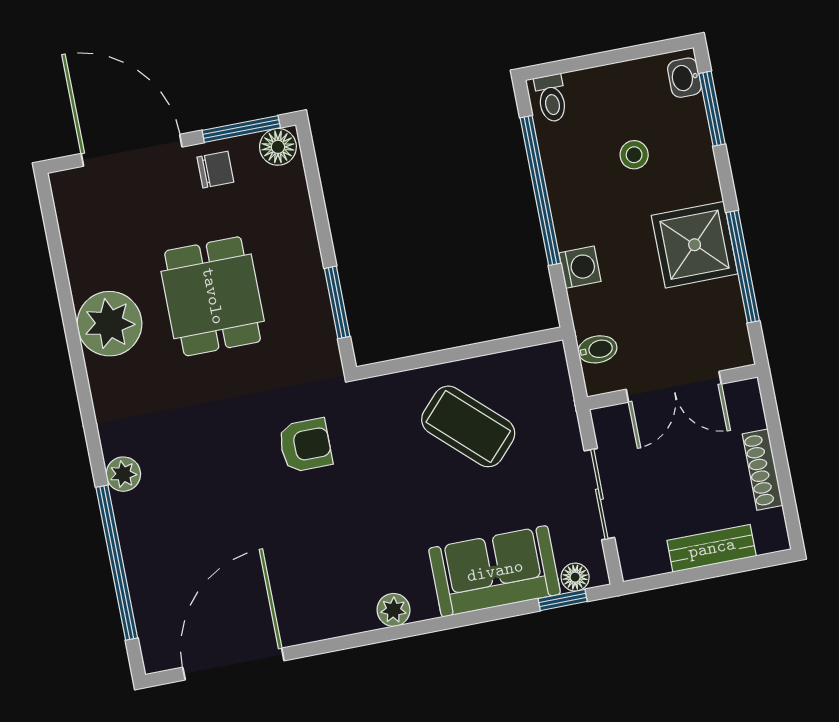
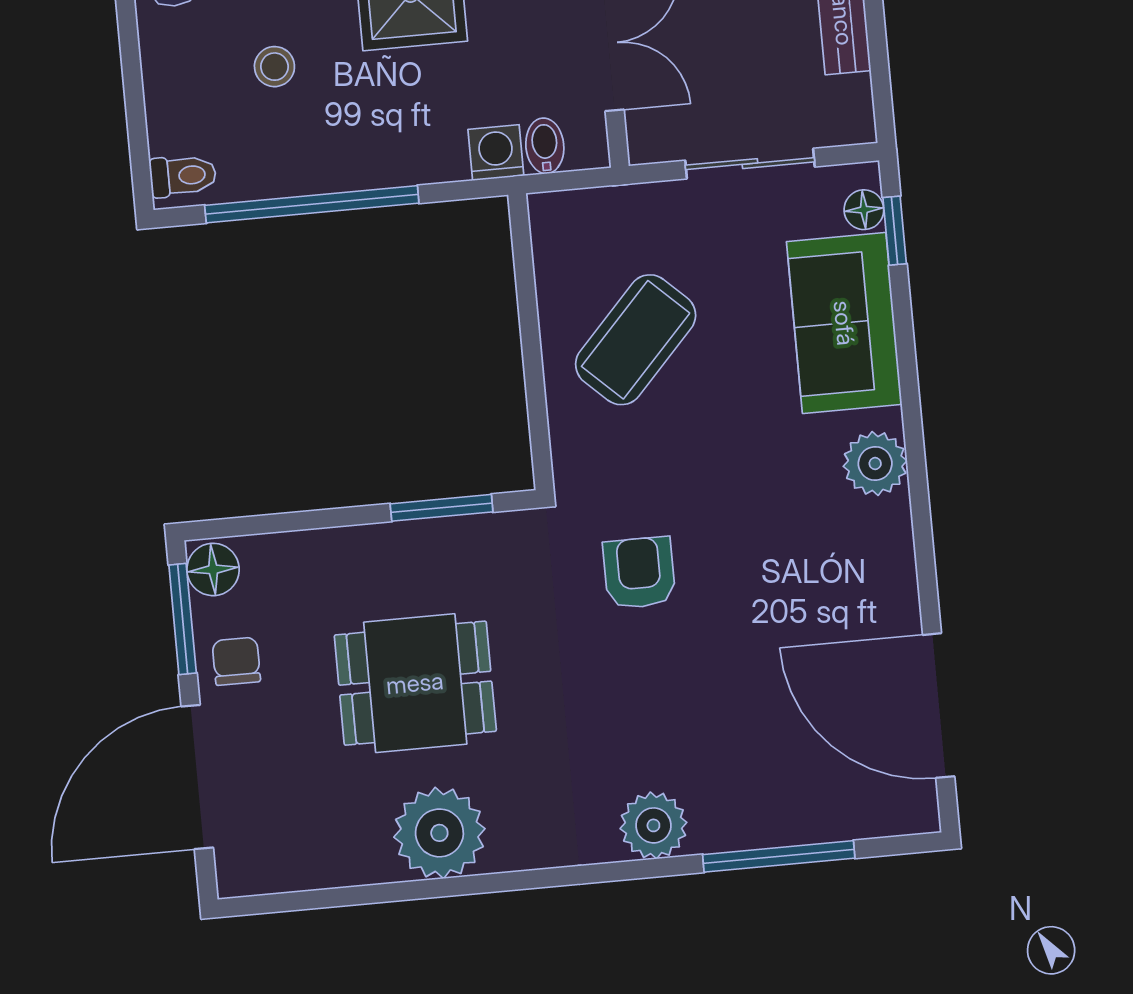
washing machine: (580, 267) -> (496, 153), moved
plant: (123, 474) -> (653, 825), width x1.38, depth x1.38
window: (117, 563) -> (779, 856), width x0.68
plant: (393, 610) -> (875, 463), width x1.38, depth x1.38

